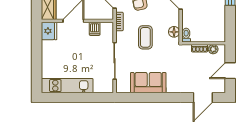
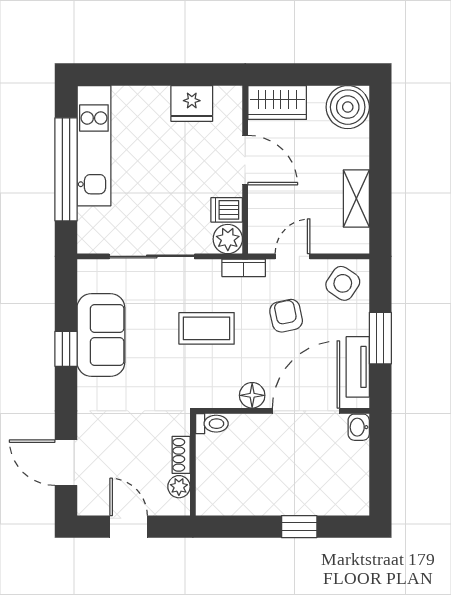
plant: (107, 28) -> (228, 239), added
fridge: (49, 31) -> (192, 103), moved
floor lamp: (174, 32) -> (252, 395), moved
window: (77, 98) -> (66, 169), added
window: (154, 98) -> (66, 349), added

